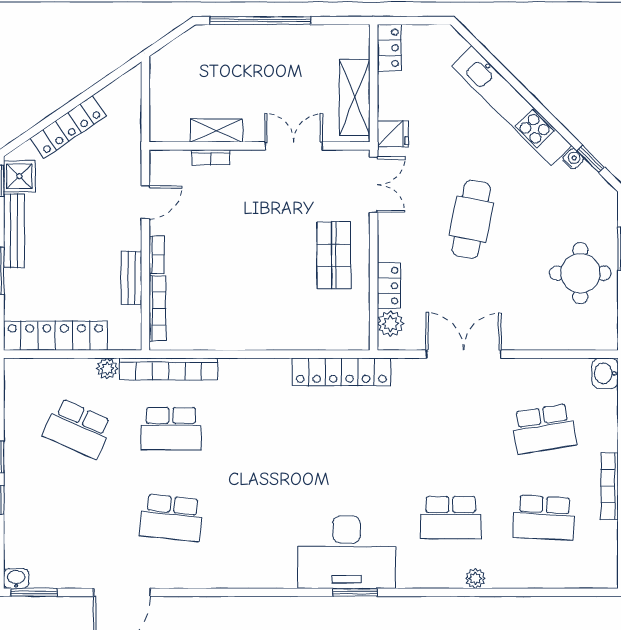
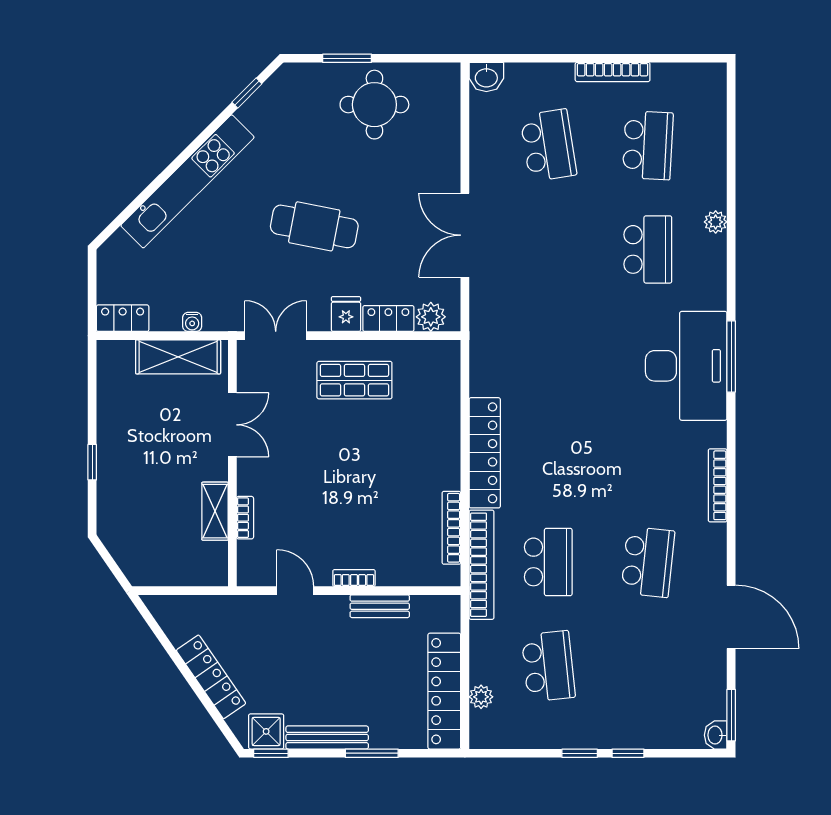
window: (260, 21) -> (92, 462), width x0.32
fridge: (393, 134) -> (346, 314), moved
double door: (294, 146) -> (232, 425), swing flipped
water cooler: (573, 159) -> (192, 322), moved, turned -135
bookcase: (157, 308) -> (451, 528), moved, turned -90
plant: (107, 369) -> (481, 697), moved
locker: (341, 372) -> (485, 453), moved
school desk: (78, 429) -> (548, 666), turned -30
bookcase: (240, 580) -> (718, 485), added
window: (355, 592) -> (731, 356), width x1.44

